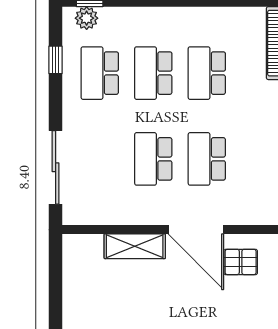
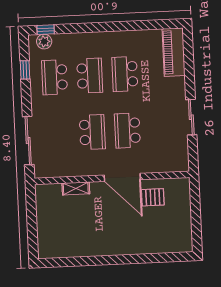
school desk: (153, 73) -> (90, 76), turned 180
school desk: (153, 159) -> (92, 132), turned 180
shelving: (135, 246) -> (76, 188), width x0.67, depth x0.75

